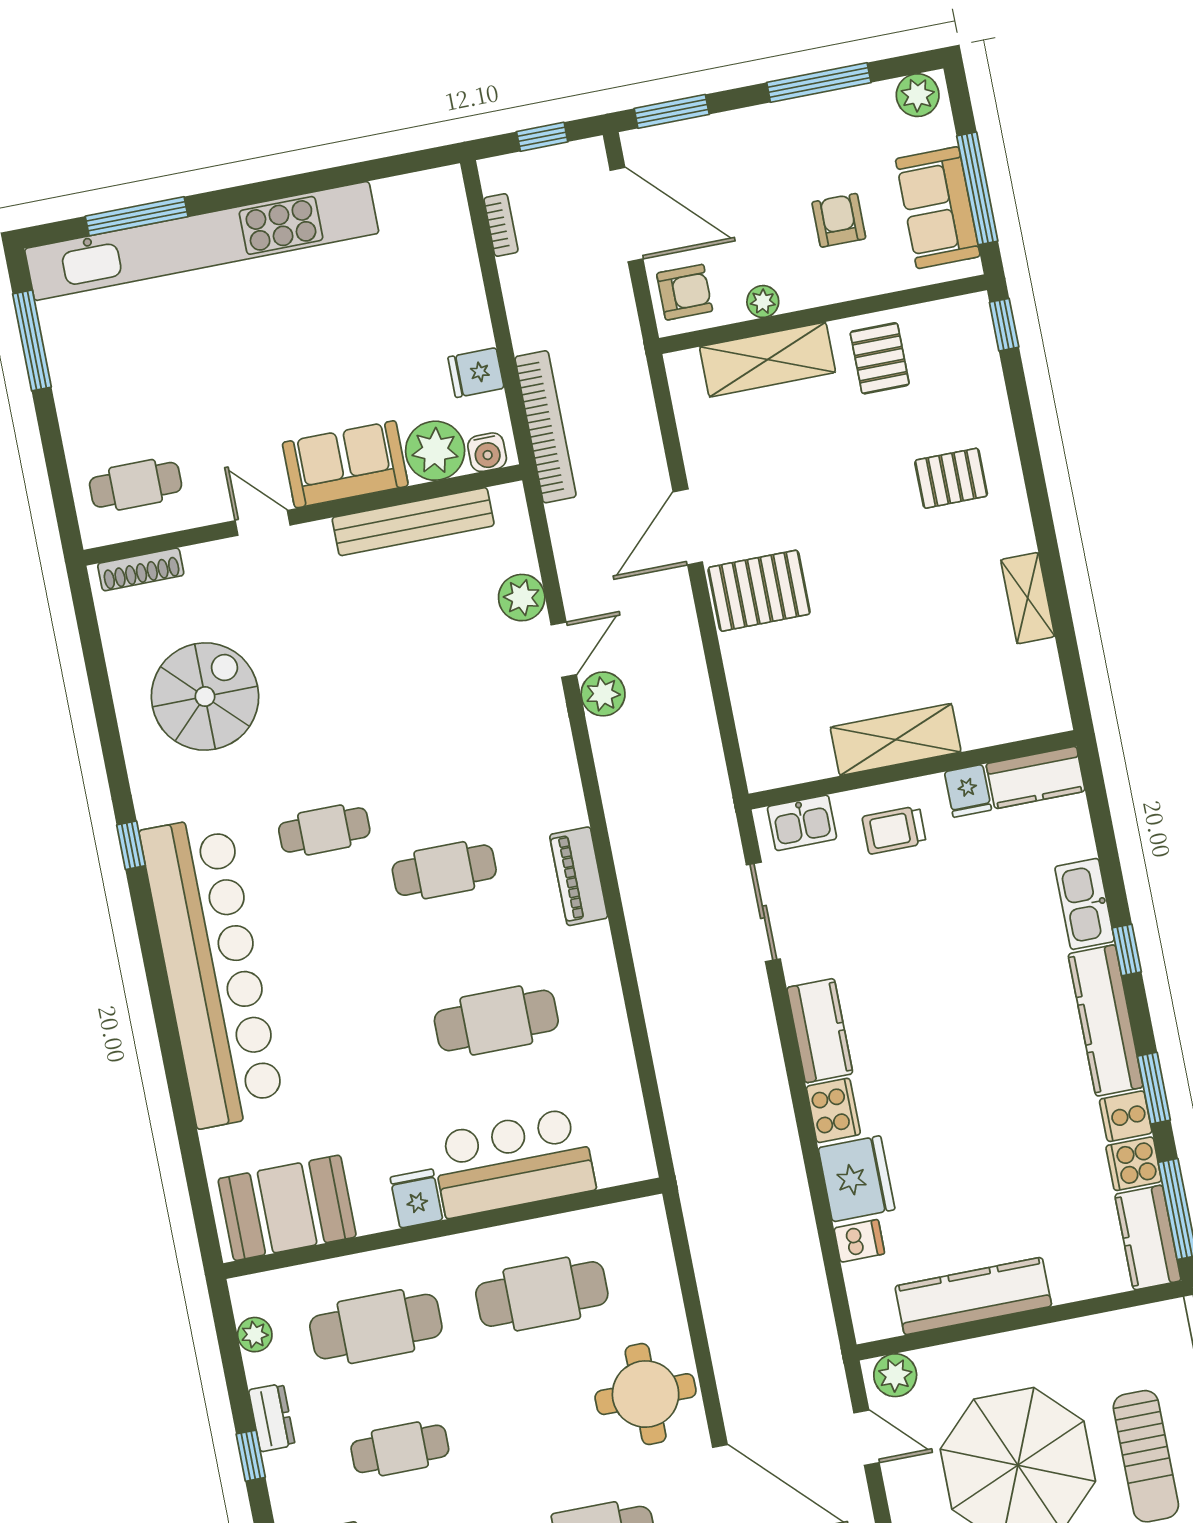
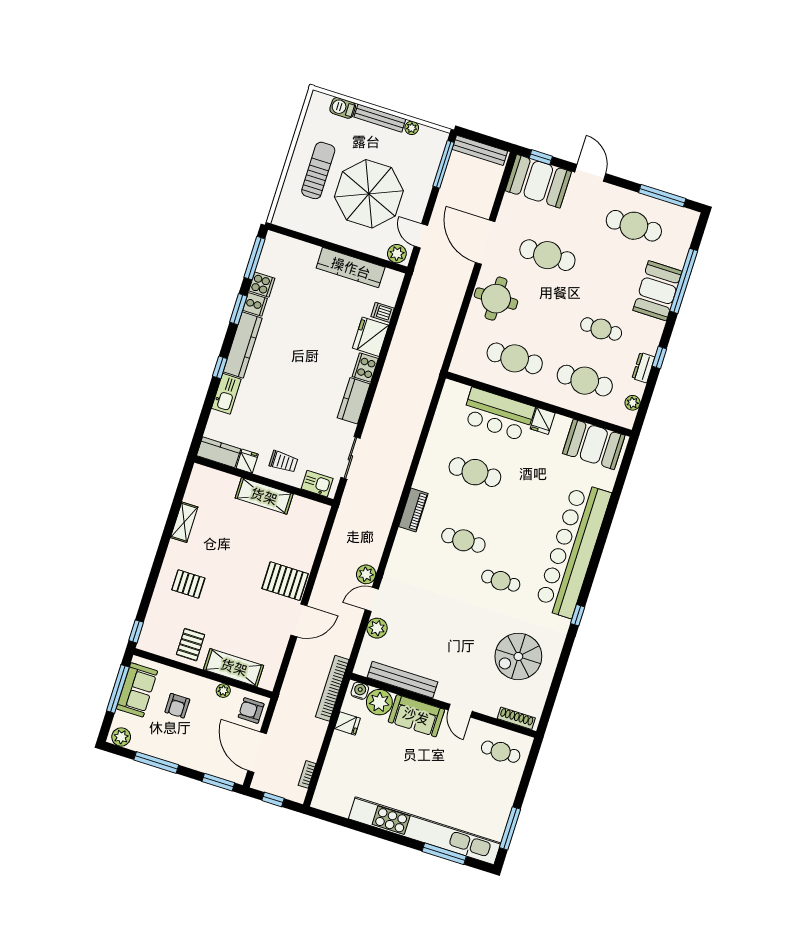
kitchen counter: (1148, 1238) -> (272, 253), removed

